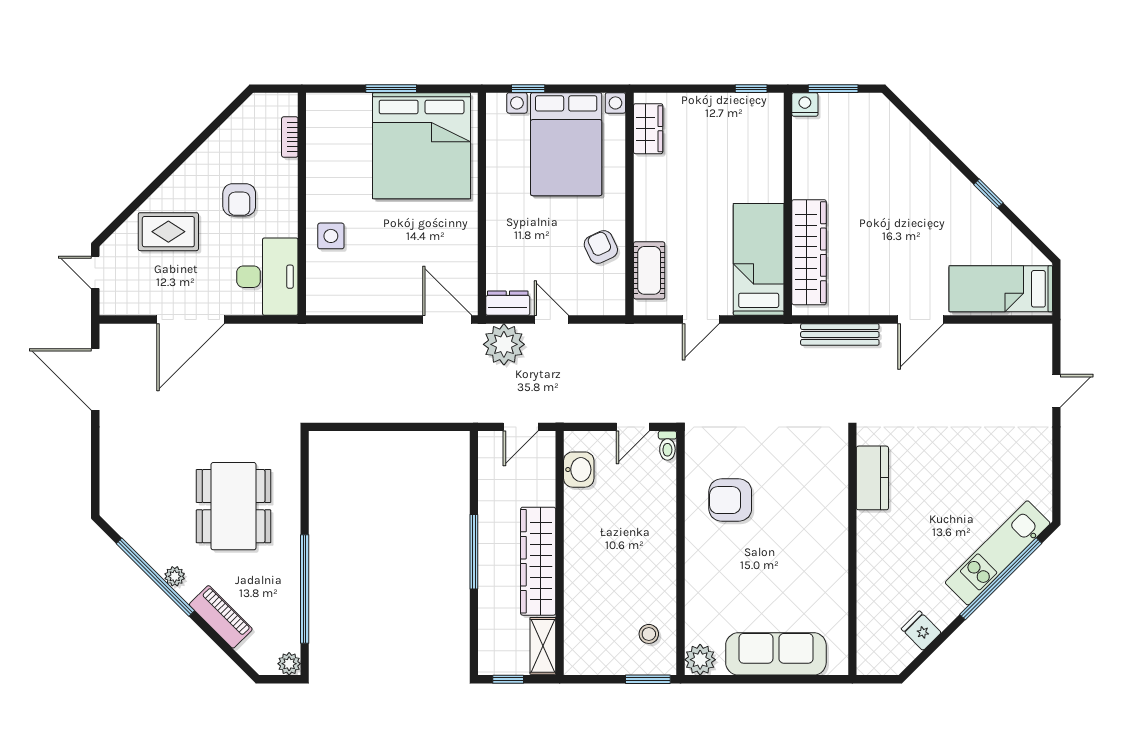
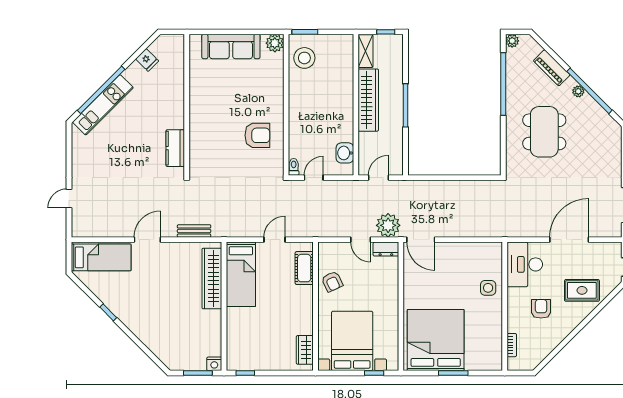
bench: (840, 334) -> (194, 231), width x0.73
stool: (649, 634) -> (304, 58), width x1.89, depth x1.89

